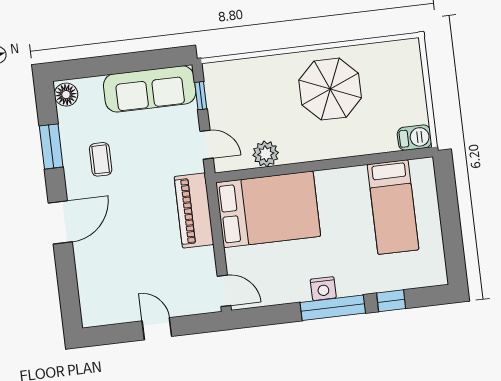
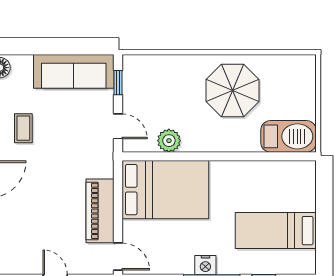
barbecue: (414, 138) -> (288, 136), width x1.88, depth x1.53
bed: (393, 207) -> (276, 231), moved, turned 90
piano: (194, 210) -> (100, 211), moved

